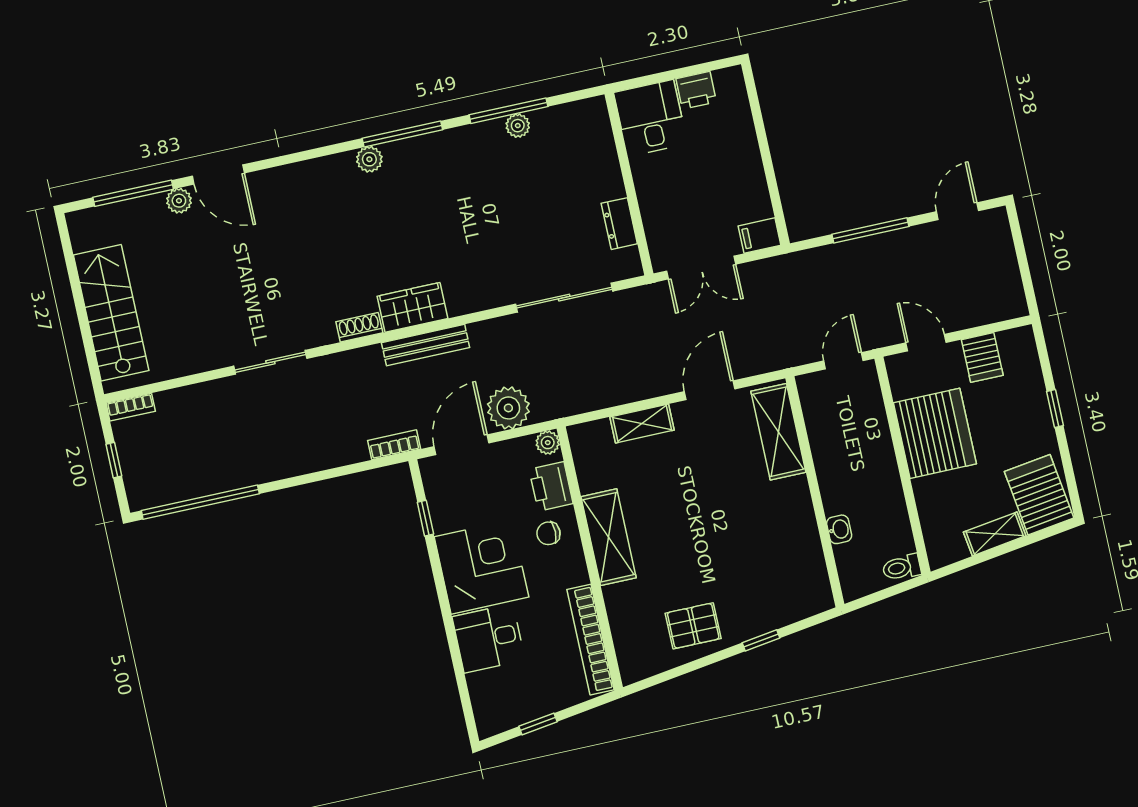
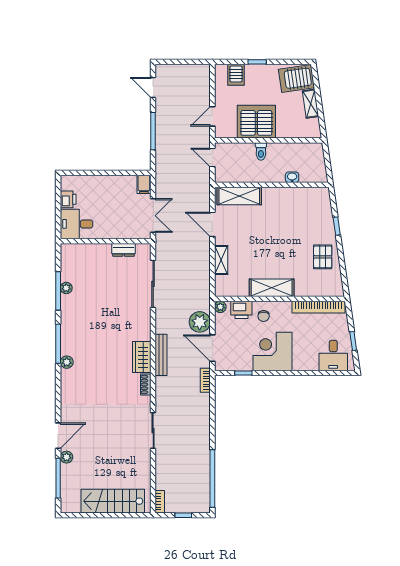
server rack: (982, 357) -> (236, 75), moved, turned 90
toilet: (902, 567) -> (261, 151), moved
desk: (489, 638) -> (333, 355), moved

